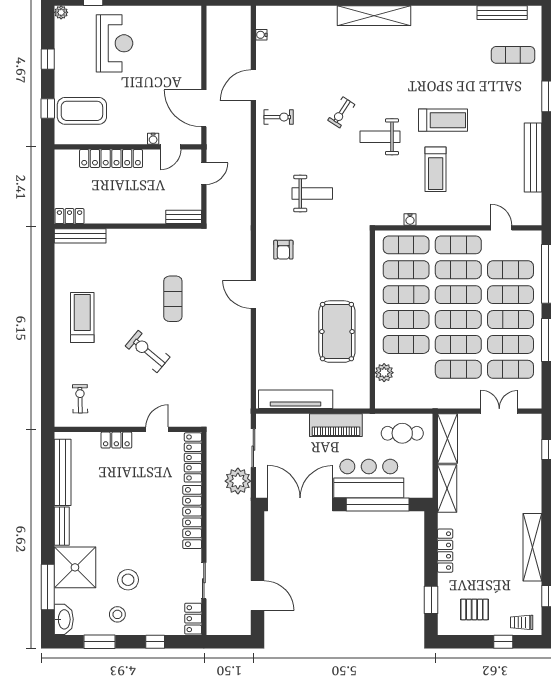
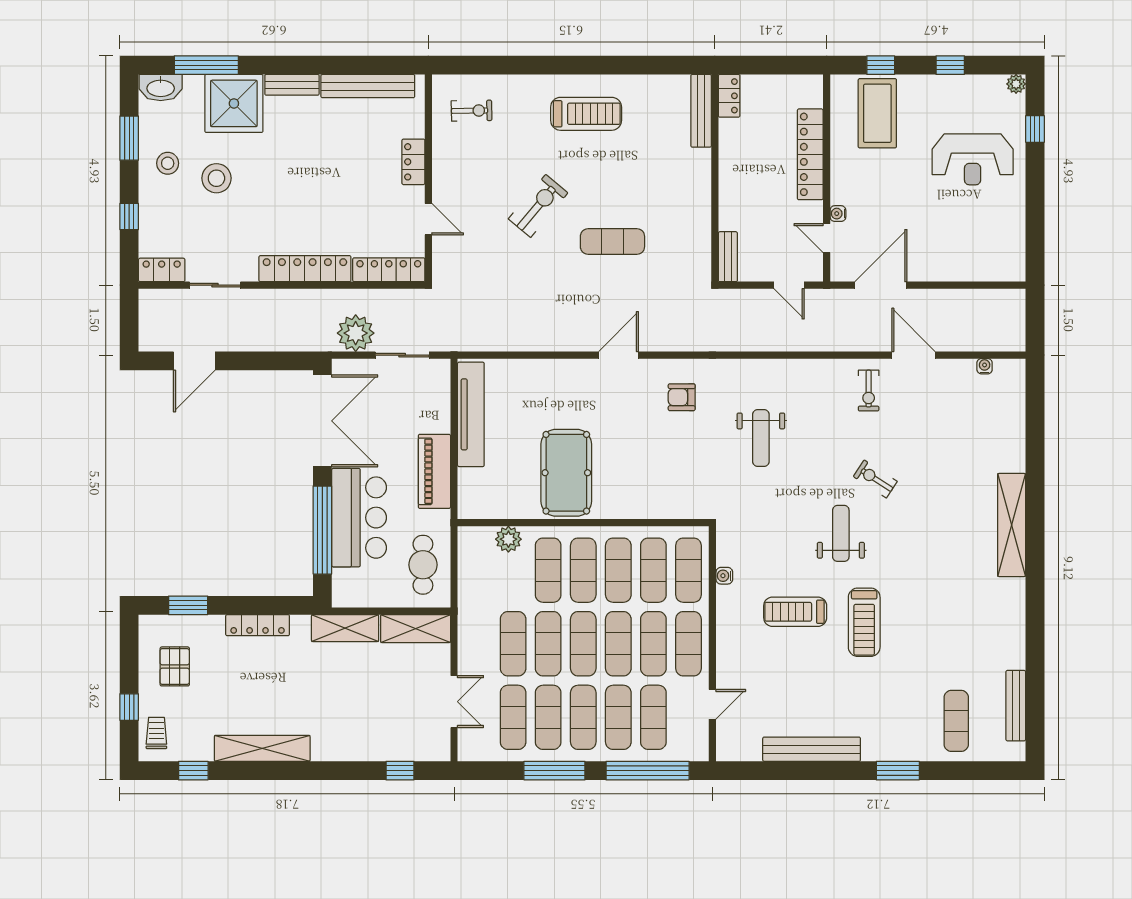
pool table: (337, 332) -> (566, 473), turned 90

